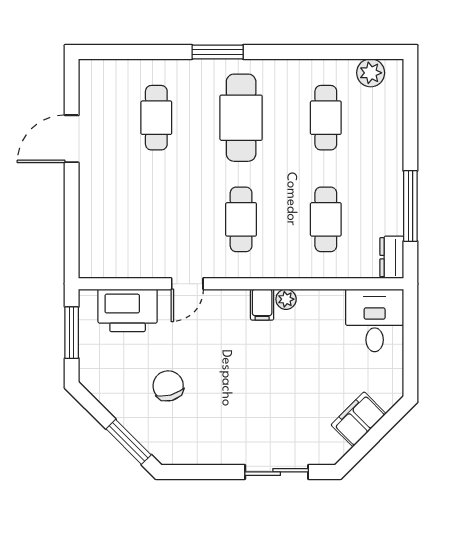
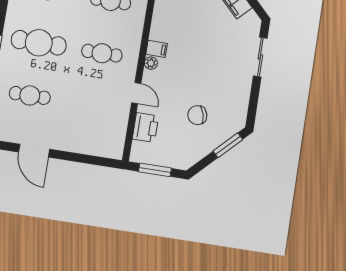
plant: (286, 299) -> (151, 63), moved
printer: (128, 310) -> (145, 127), width x0.73, depth x0.84

